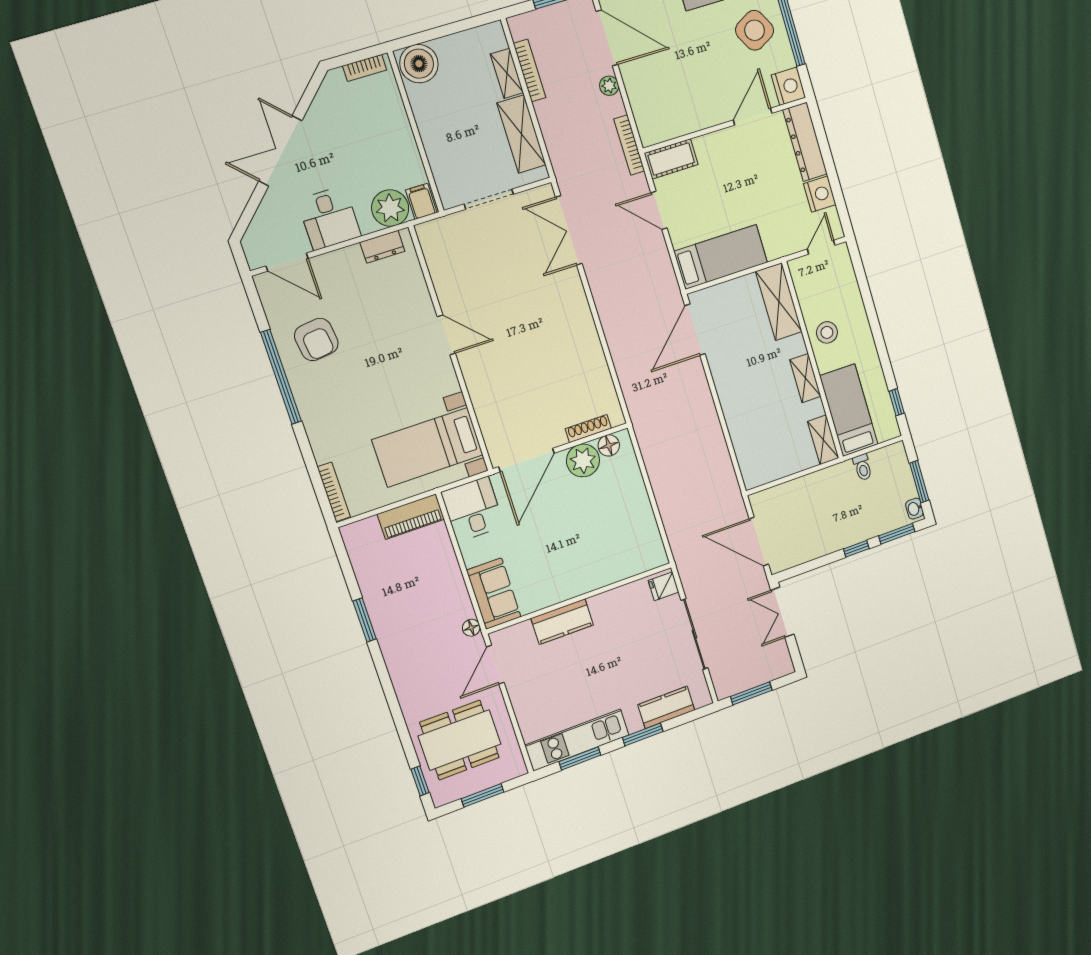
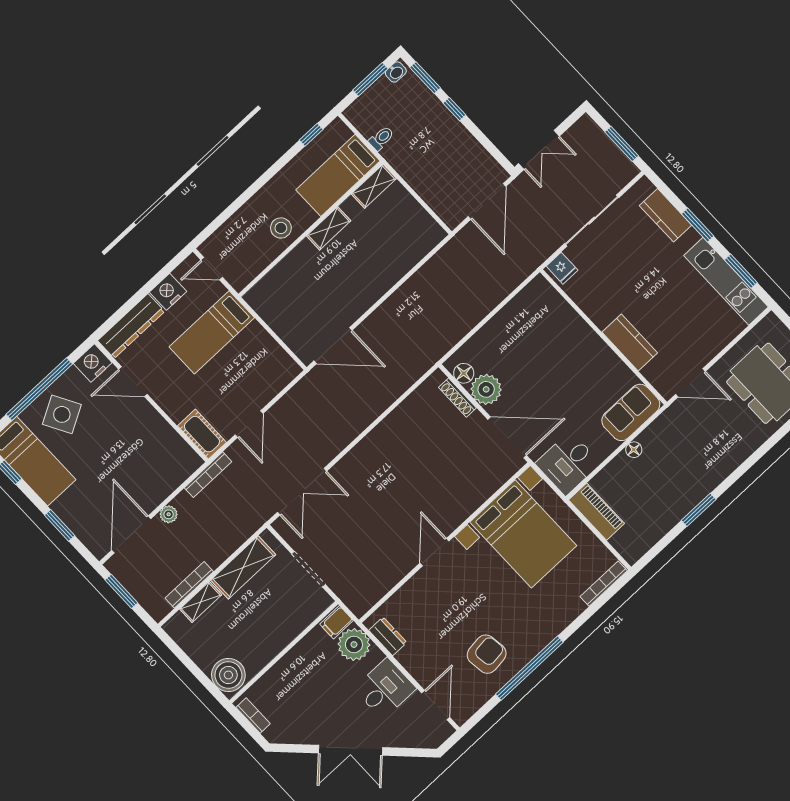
bed: (721, 257) -> (212, 332), moved, turned -90
shelving: (779, 302) -> (275, 284), removed
bed with nightstands: (428, 447) -> (523, 534), width x1.36
floor lamp: (471, 628) -> (634, 450), moved

